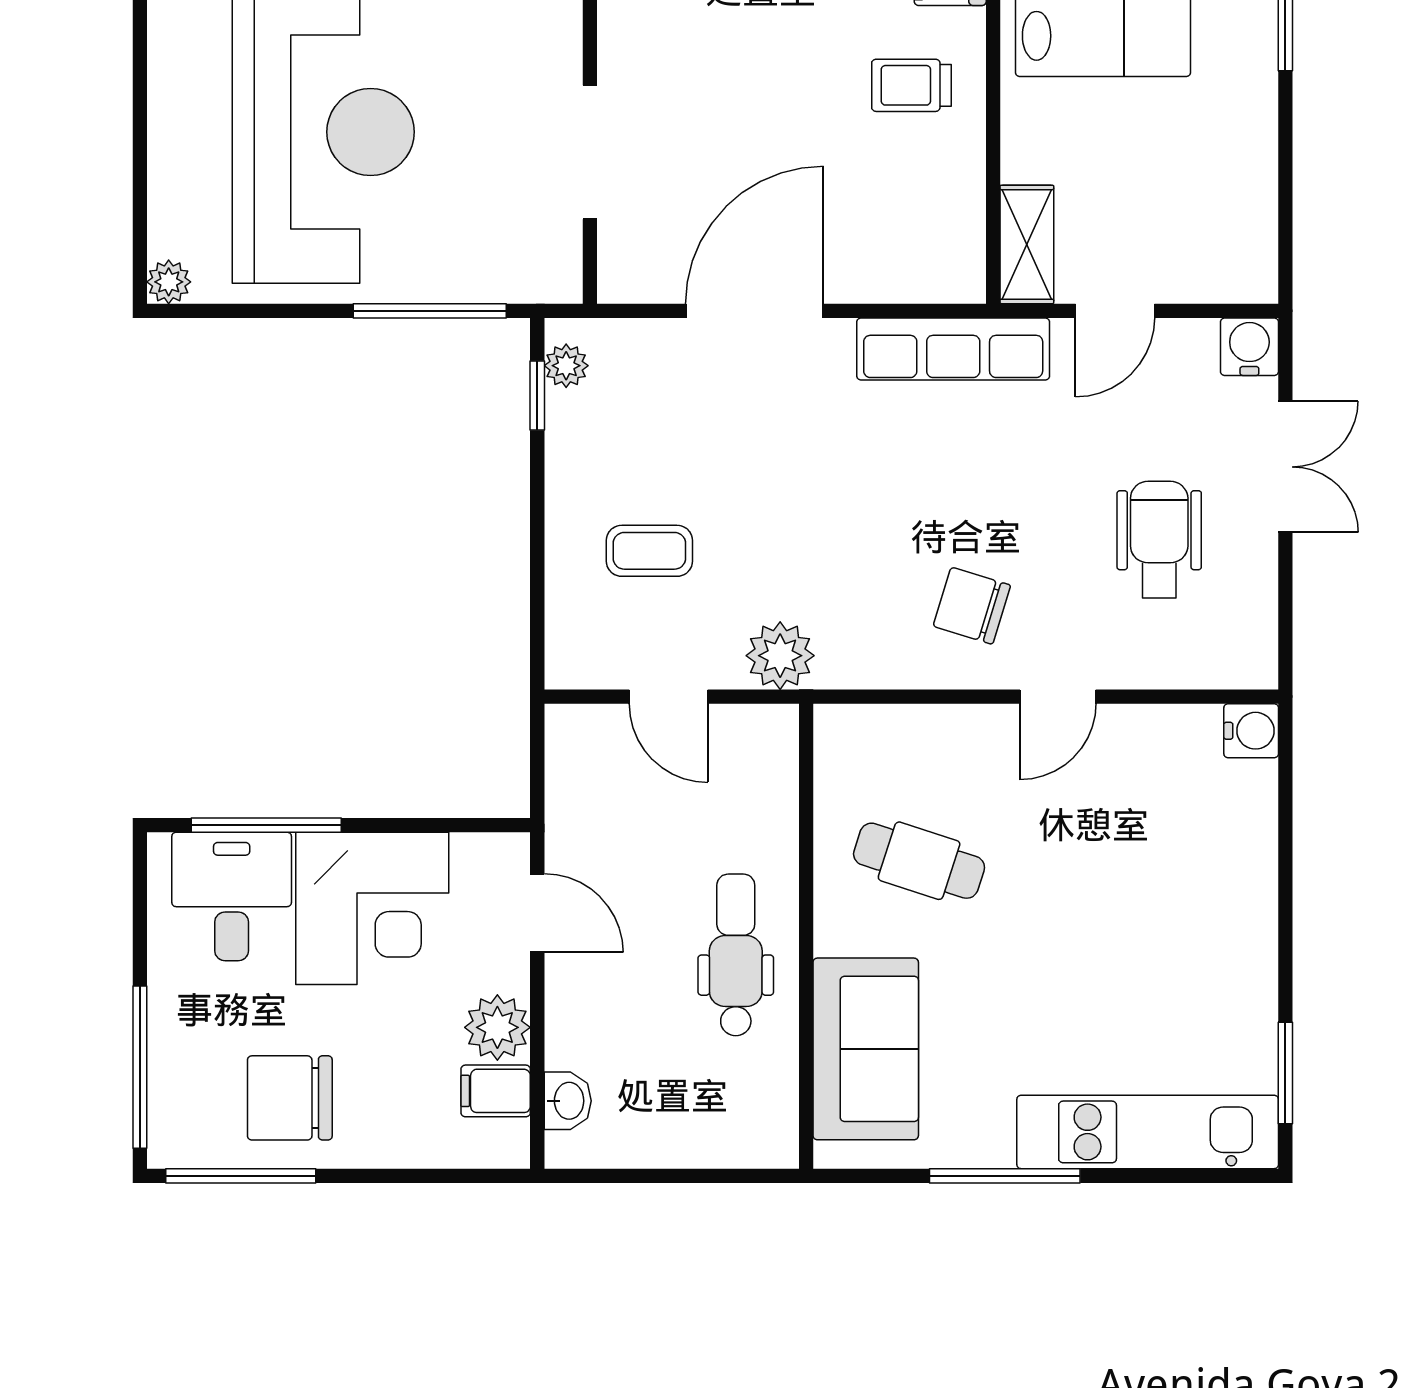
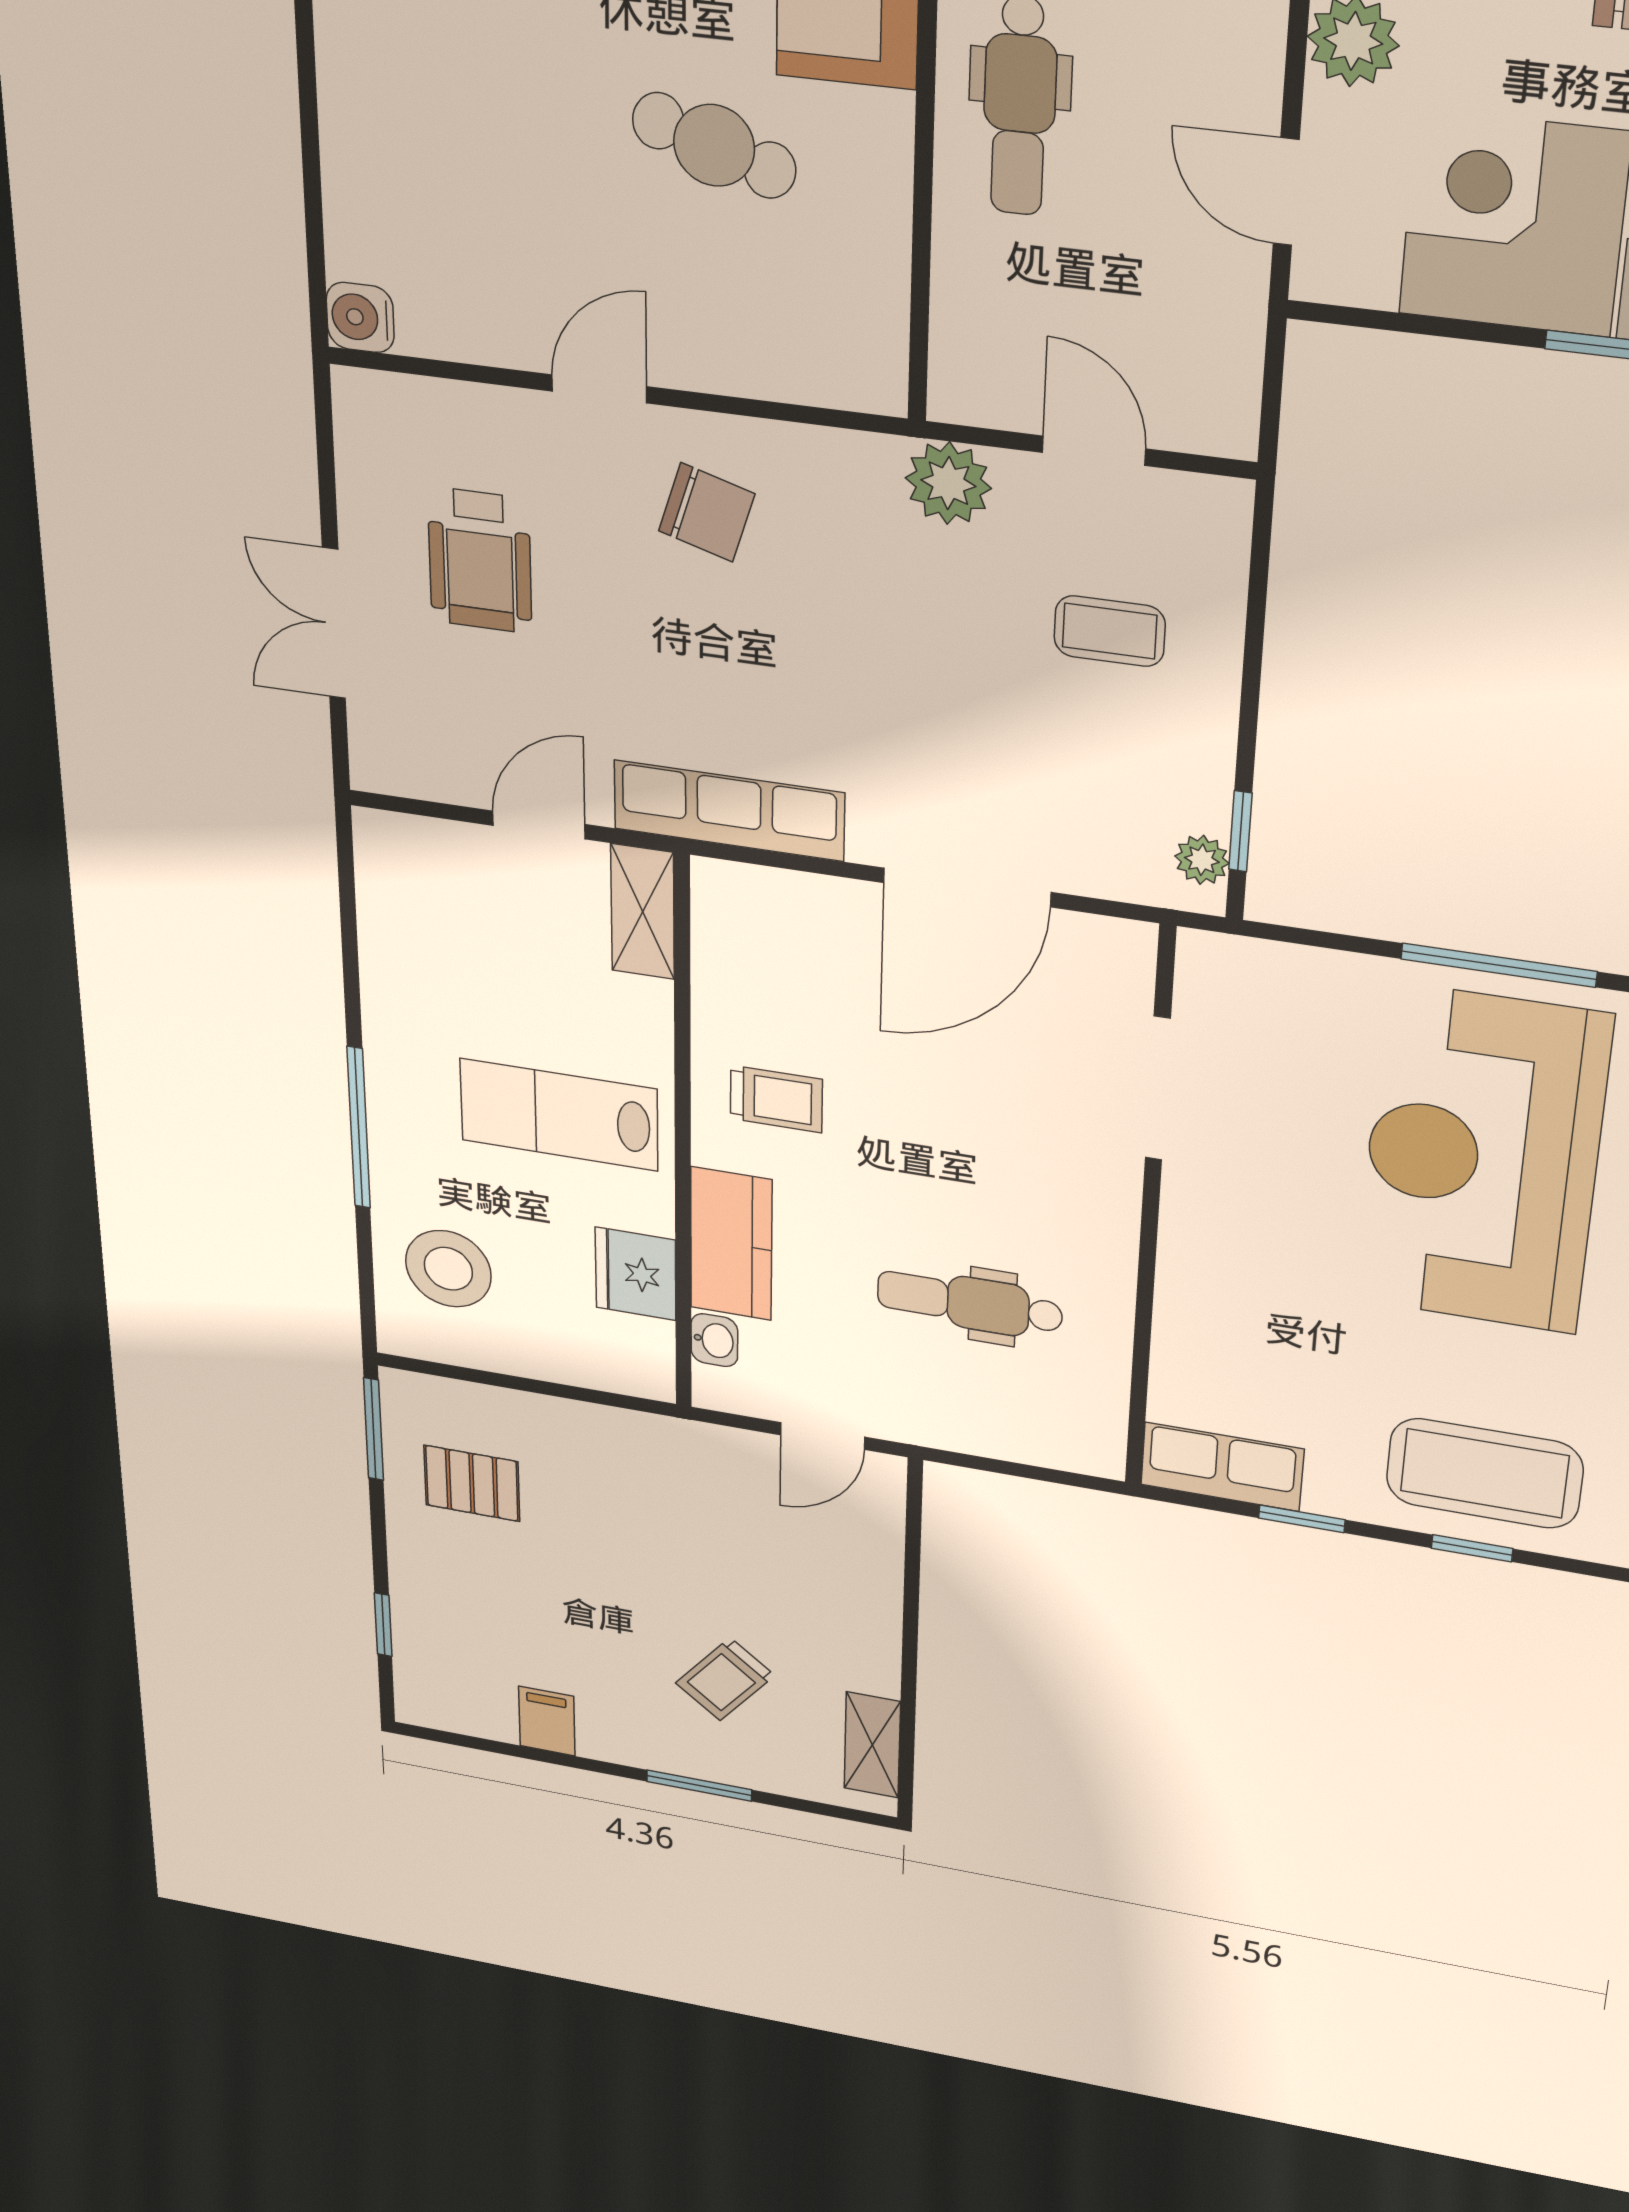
window: (430, 311) -> (1499, 965), moved
water cooler: (1249, 347) -> (382, 763), removed
cafe table: (919, 861) -> (714, 145), moved

